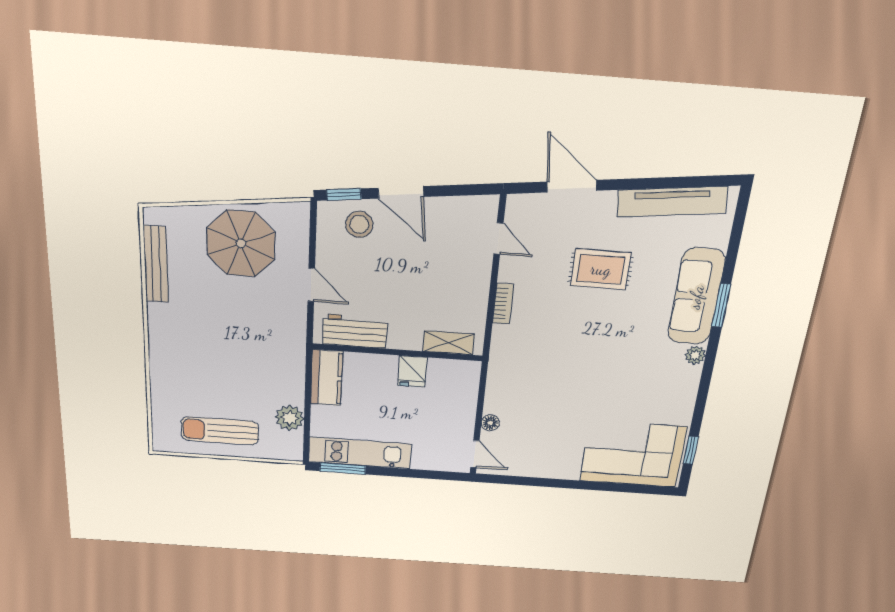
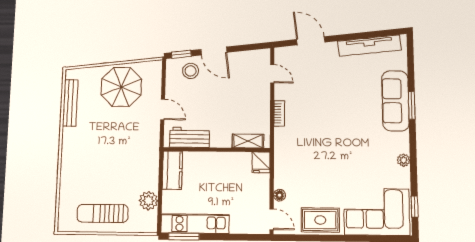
rug: (601, 269) -> (320, 220), moved
plant: (695, 355) -> (404, 160), moved
fridge: (412, 371) -> (261, 162), moved

